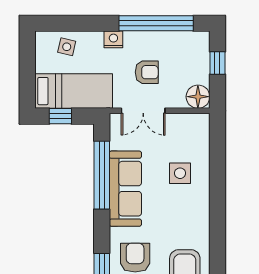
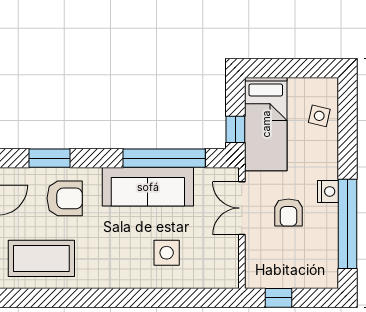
nightstand: (113, 39) -> (328, 191), moved
window: (217, 63) -> (279, 298), moved
floor lamp: (198, 97) -> (259, 274), removed
window: (60, 116) -> (235, 129), moved

